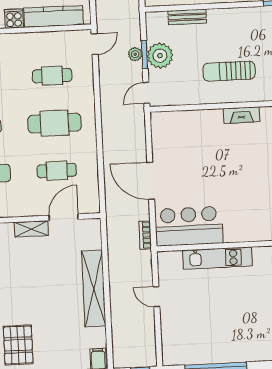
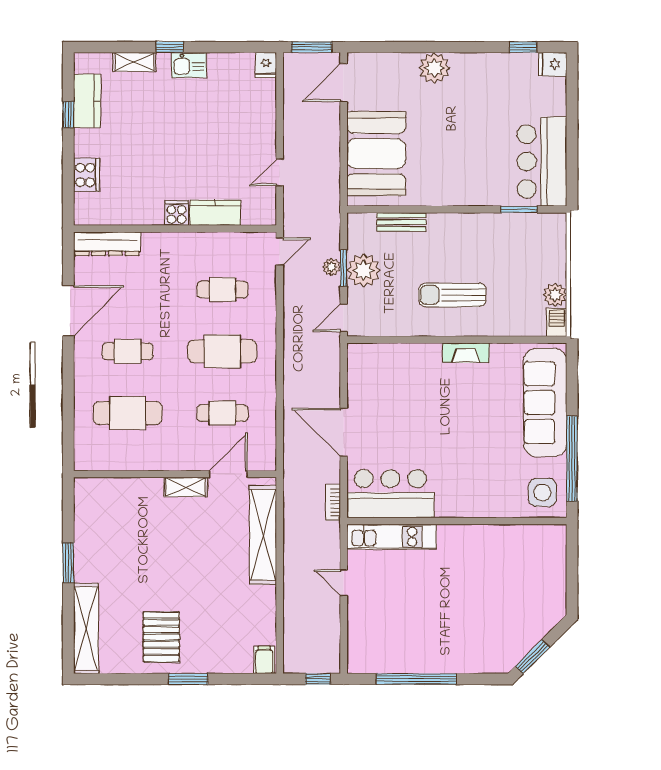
kitchen counter: (54, 16) -> (215, 213), width x0.67
kitchen unit: (217, 258) -> (392, 537), moved
shelving: (94, 288) -> (263, 535), moved

